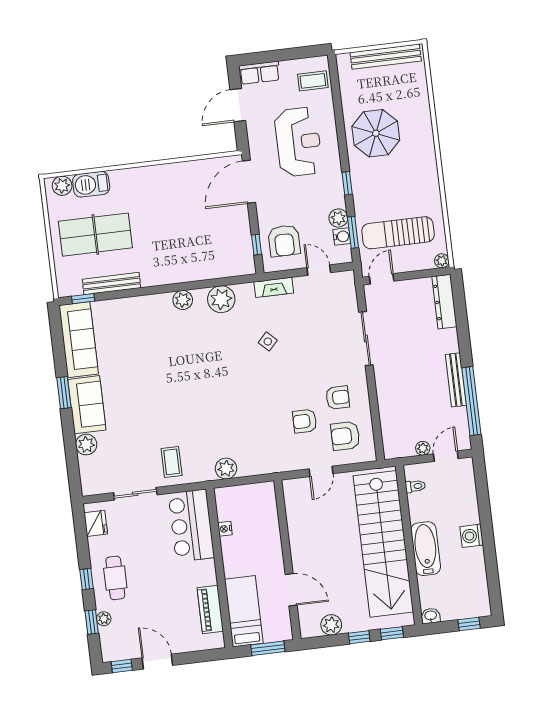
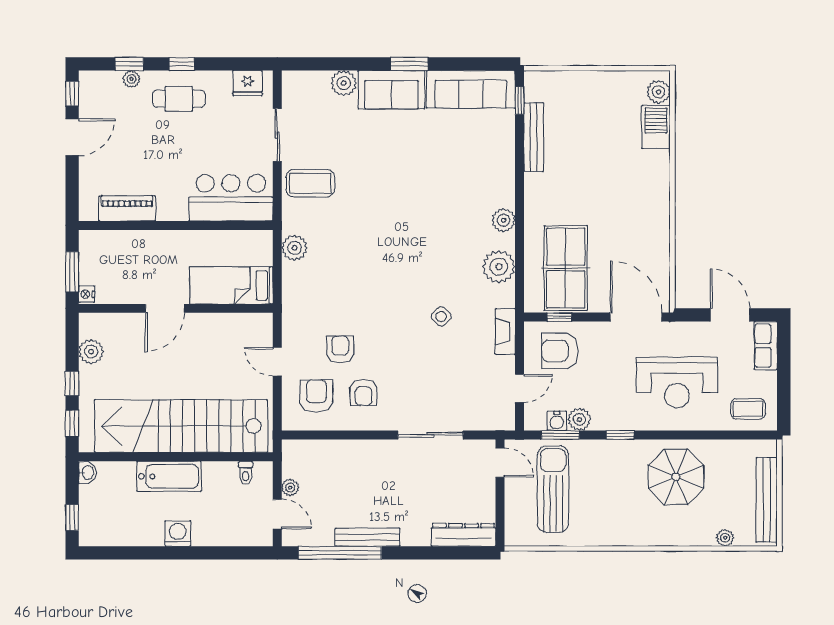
coffee table: (313, 81) -> (748, 409), turned 90
table tennis table: (95, 235) -> (566, 268), moved
plant: (442, 261) -> (725, 538), moved
coffee table: (172, 462) -> (310, 183), width x1.36, depth x1.30
nightstand: (225, 529) -> (87, 294), moved, turned -90
door: (291, 590) -> (165, 308), moved
bed: (244, 611) -> (231, 285), moved, turned 180

